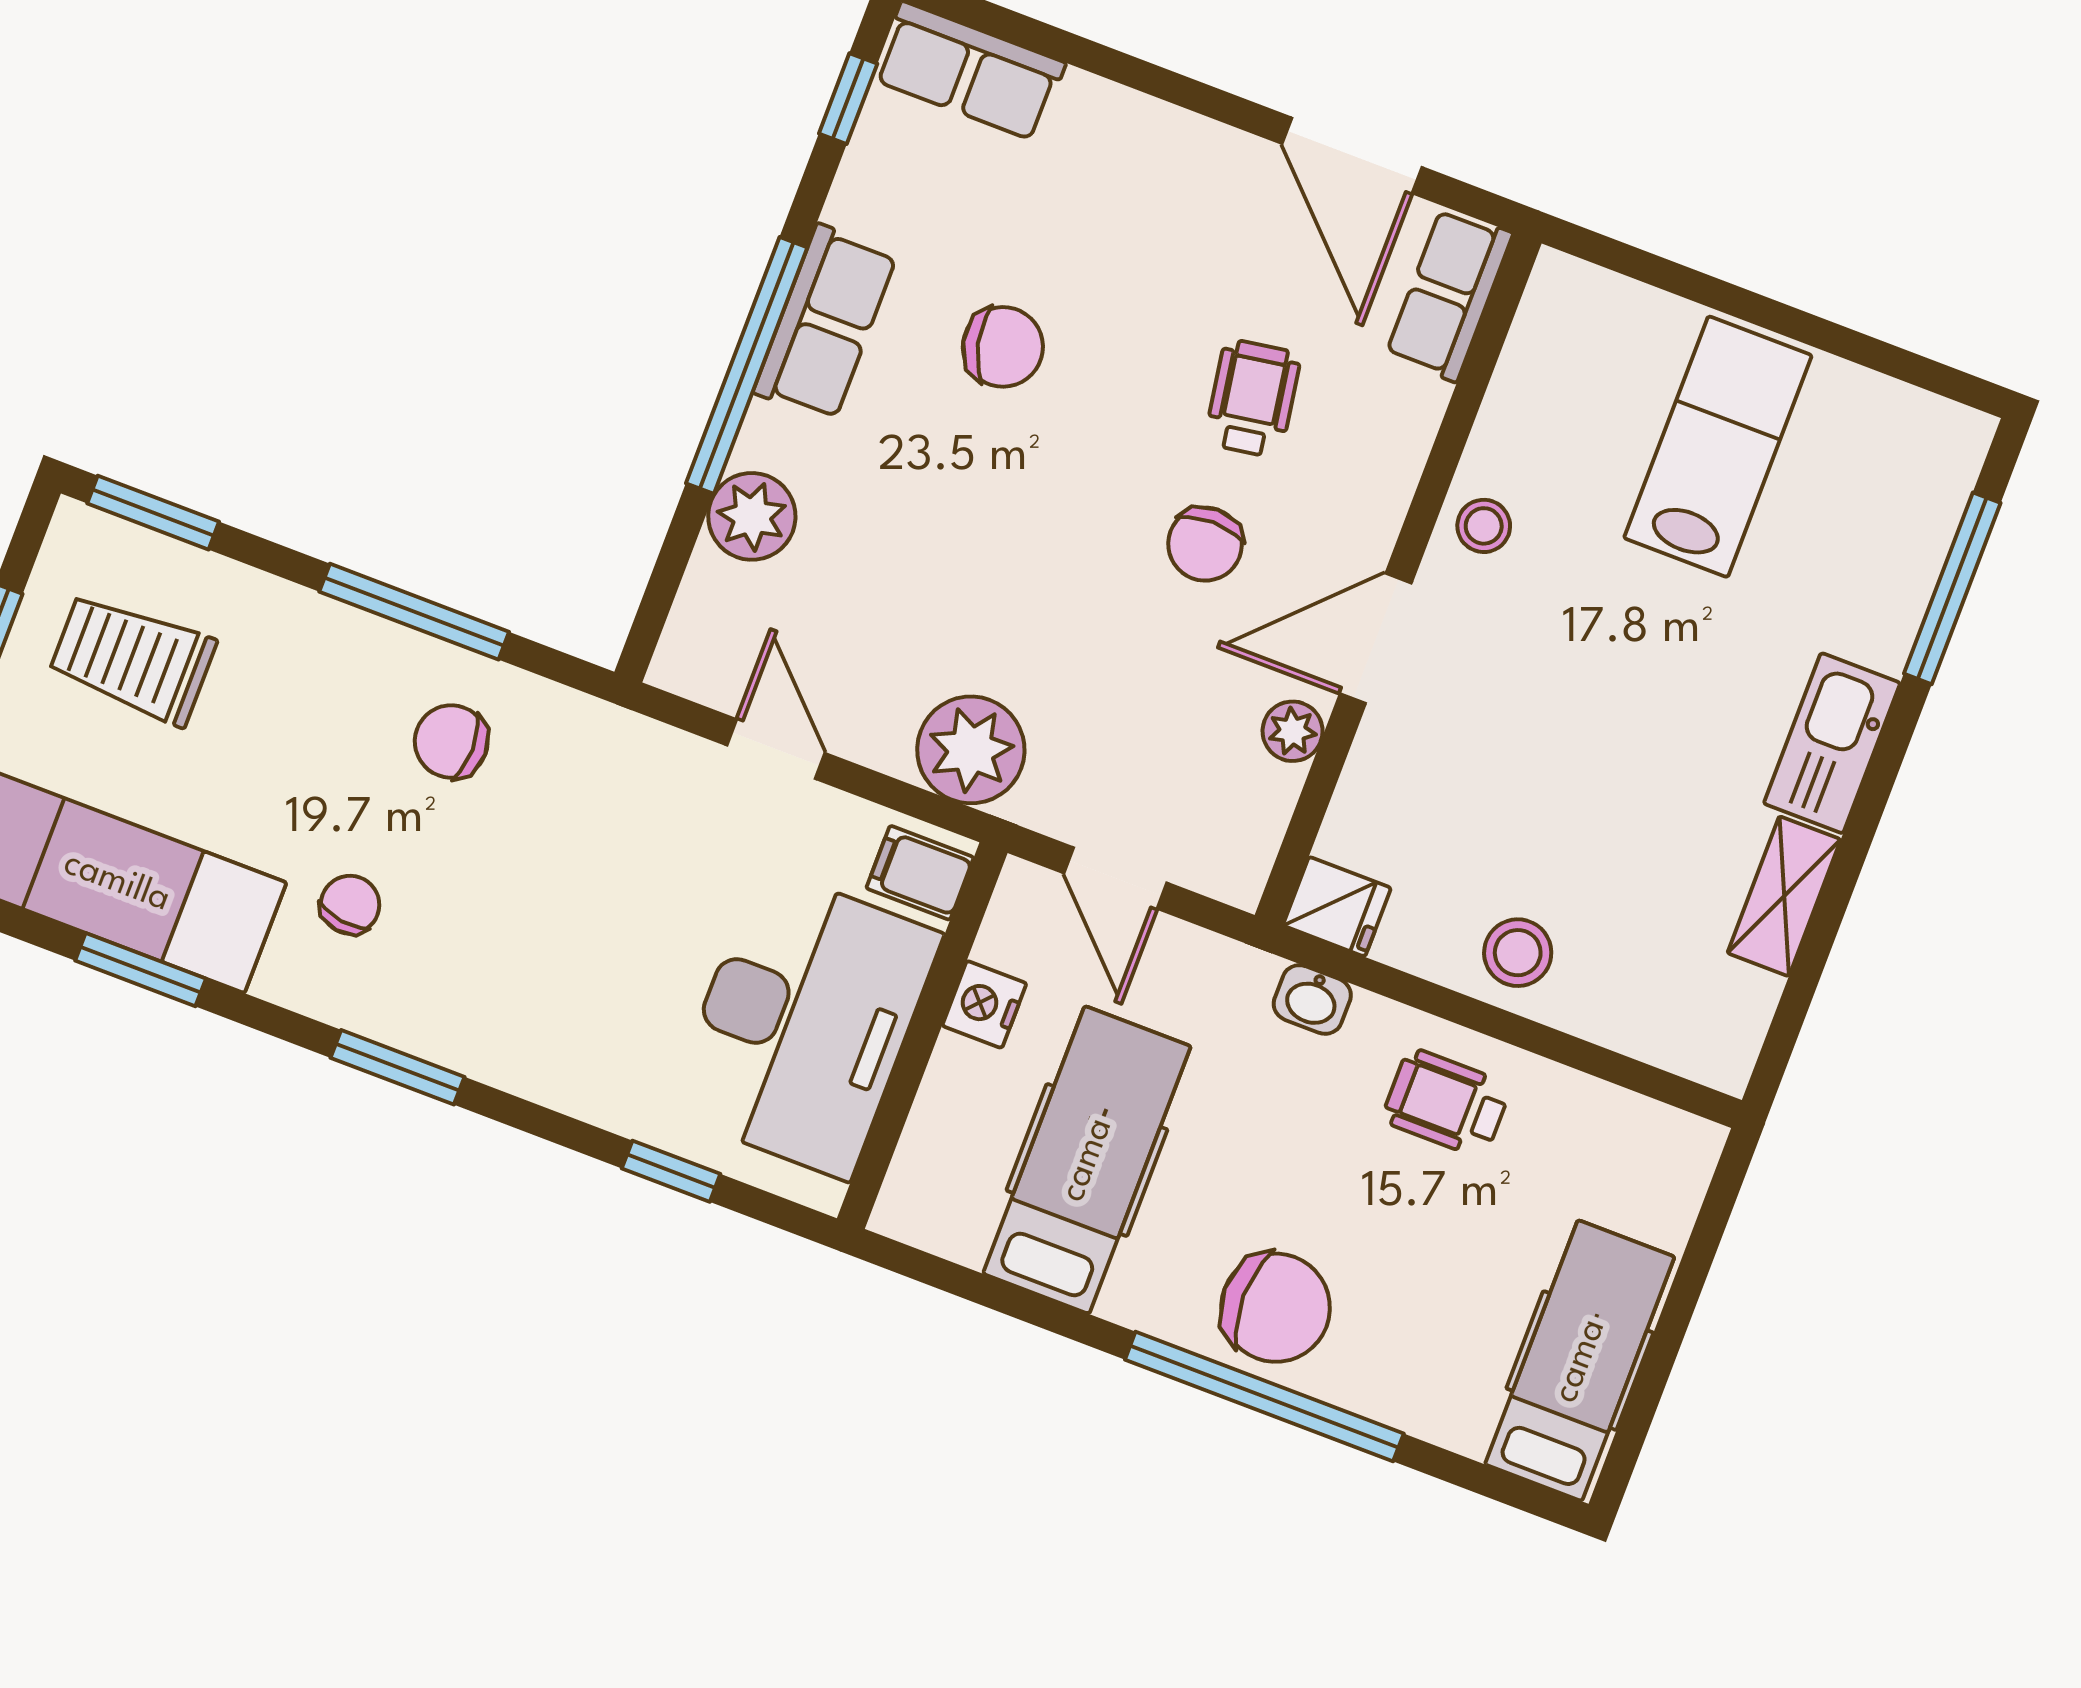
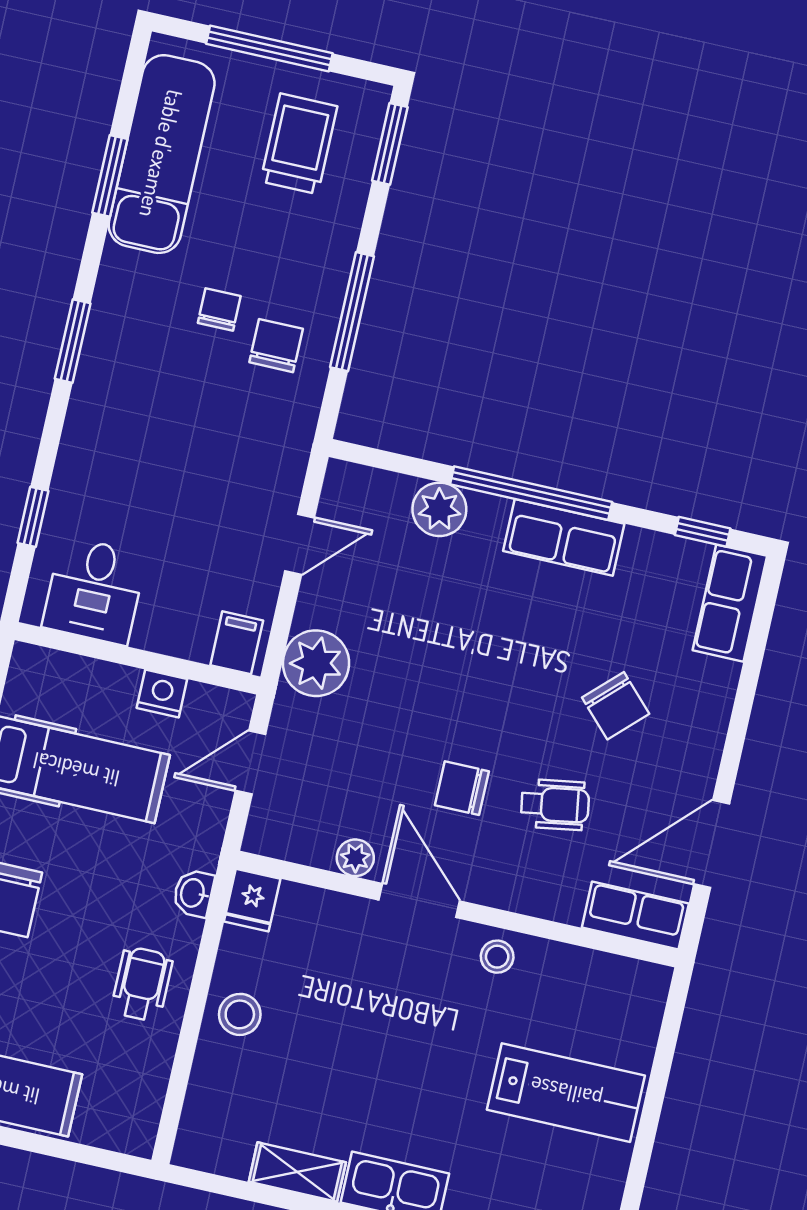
chair: (1003, 347) -> (616, 706), moved, turned -31
chair: (350, 905) -> (219, 310), moved, turned -98
desk: (804, 1023) -> (94, 591), width x0.53, depth x0.77

